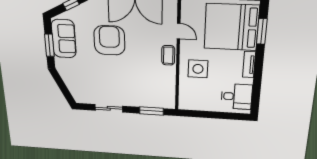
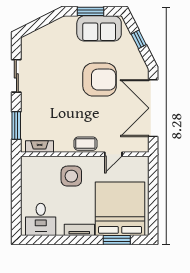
fireplace: (170, 94) -> (40, 147), added

